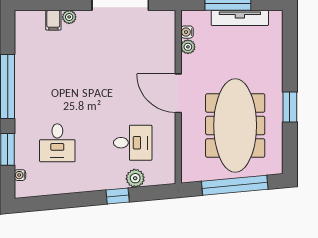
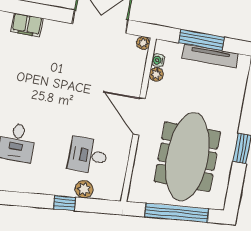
plant: (69, 17) -> (143, 43), moved
filing cabinet: (53, 20) -> (27, 25), width x2.00
desk: (133, 143) -> (88, 155), turned 180

